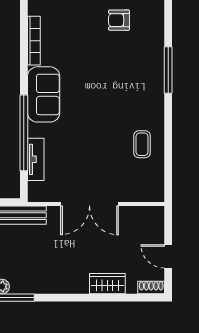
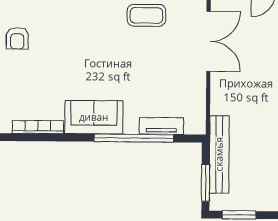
coffee table: (142, 144) -> (146, 15), width x1.36, depth x1.30
double door: (89, 204) -> (208, 41), moved

